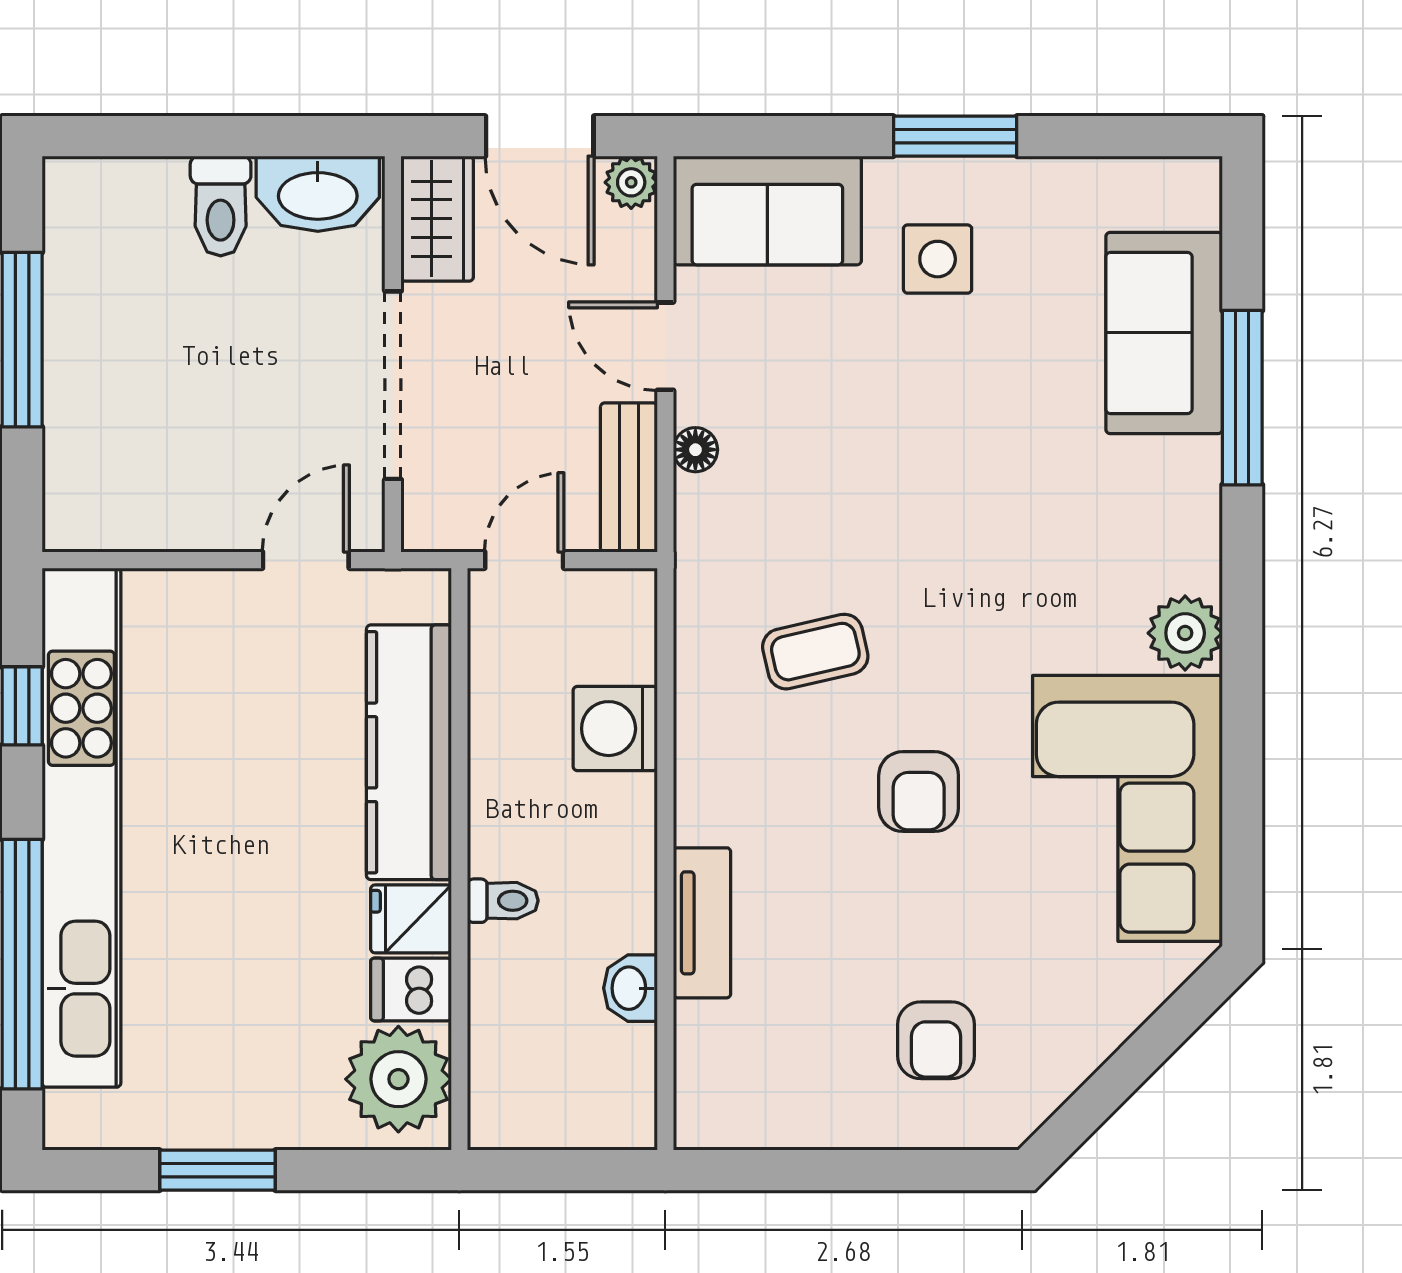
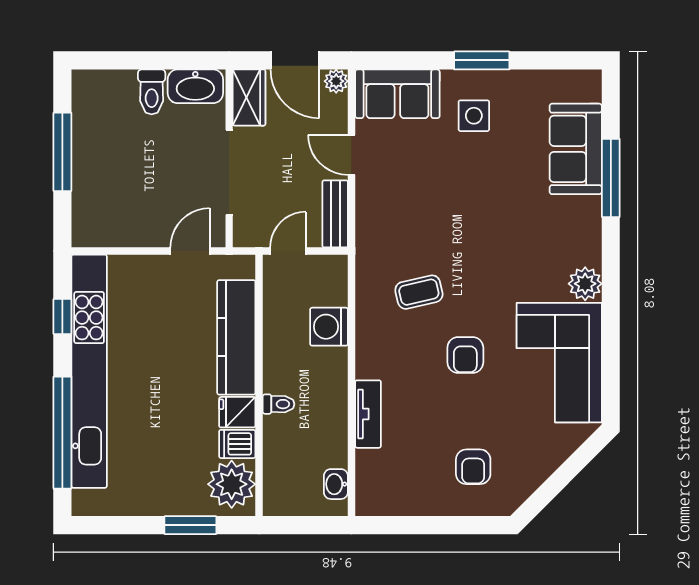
floor lamp: (695, 450) -> (365, 201), removed
washbasin: (630, 988) -> (336, 484), moved
window: (218, 1170) -> (190, 525), moved

